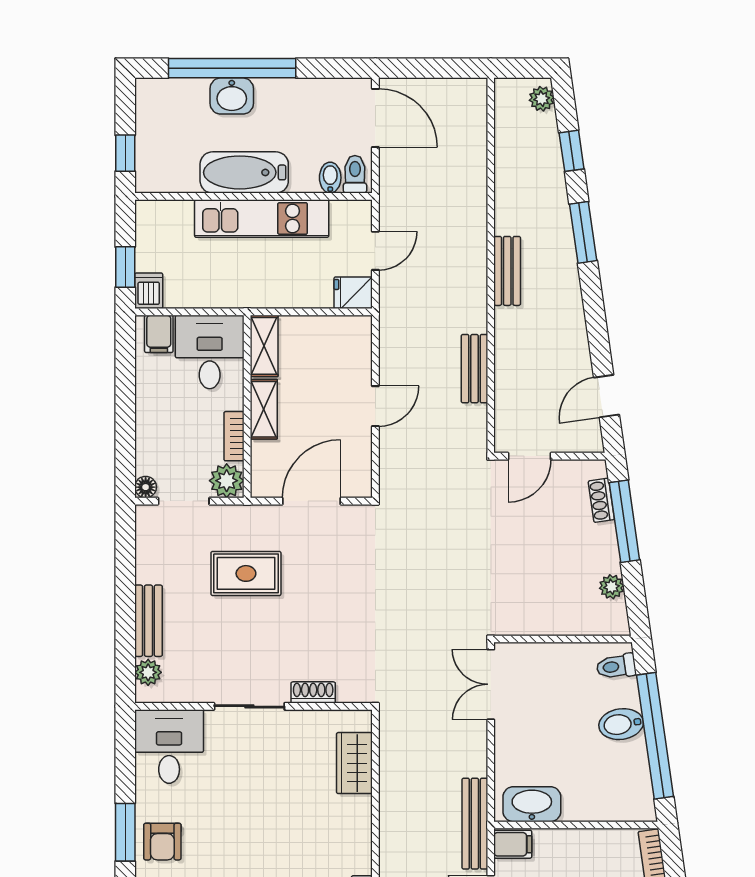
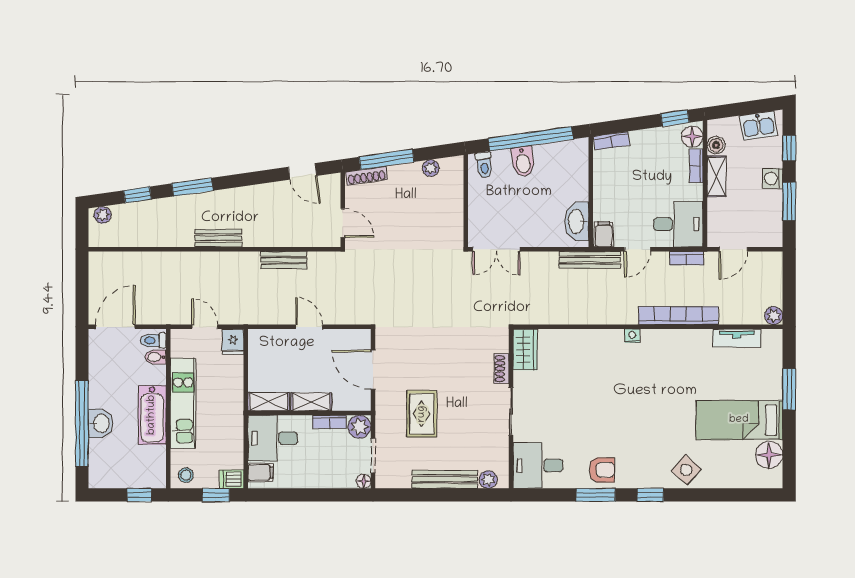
stool: (155, 223) -> (186, 475), added
shoe rack: (601, 500) -> (366, 176), width x1.43
bench: (148, 621) -> (445, 479), width x1.36
wardrobe: (354, 763) -> (525, 349), moved, turned -90

